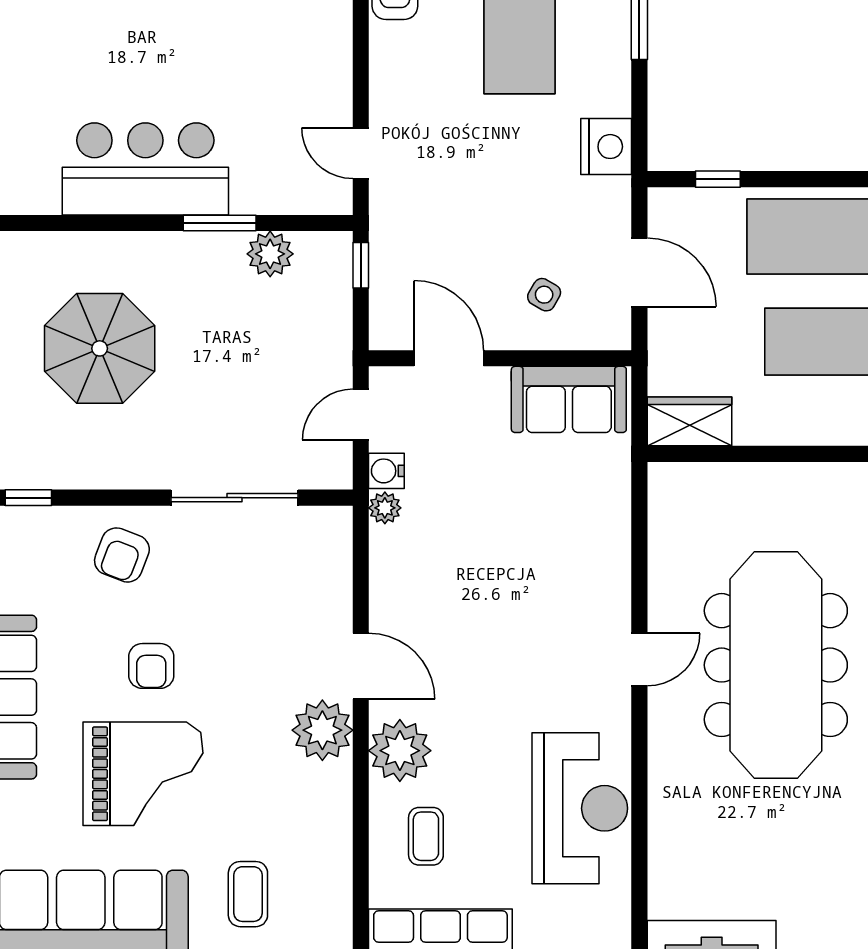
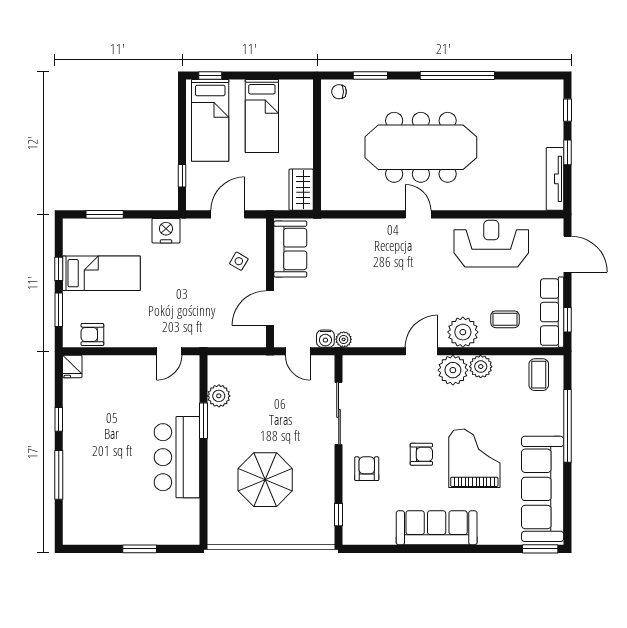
window: (361, 265) -> (224, 351), removed
armchair: (122, 555) -> (367, 469), turned -111
plant: (330, 787) -> (481, 367), added
coffee table: (248, 894) -> (539, 375), moved, turned 90

